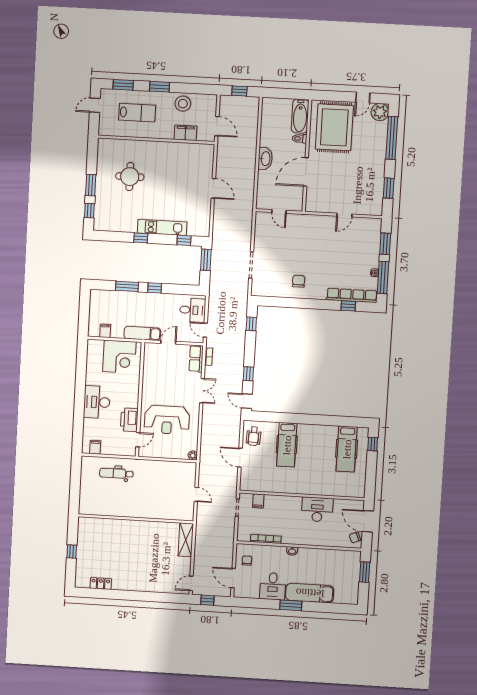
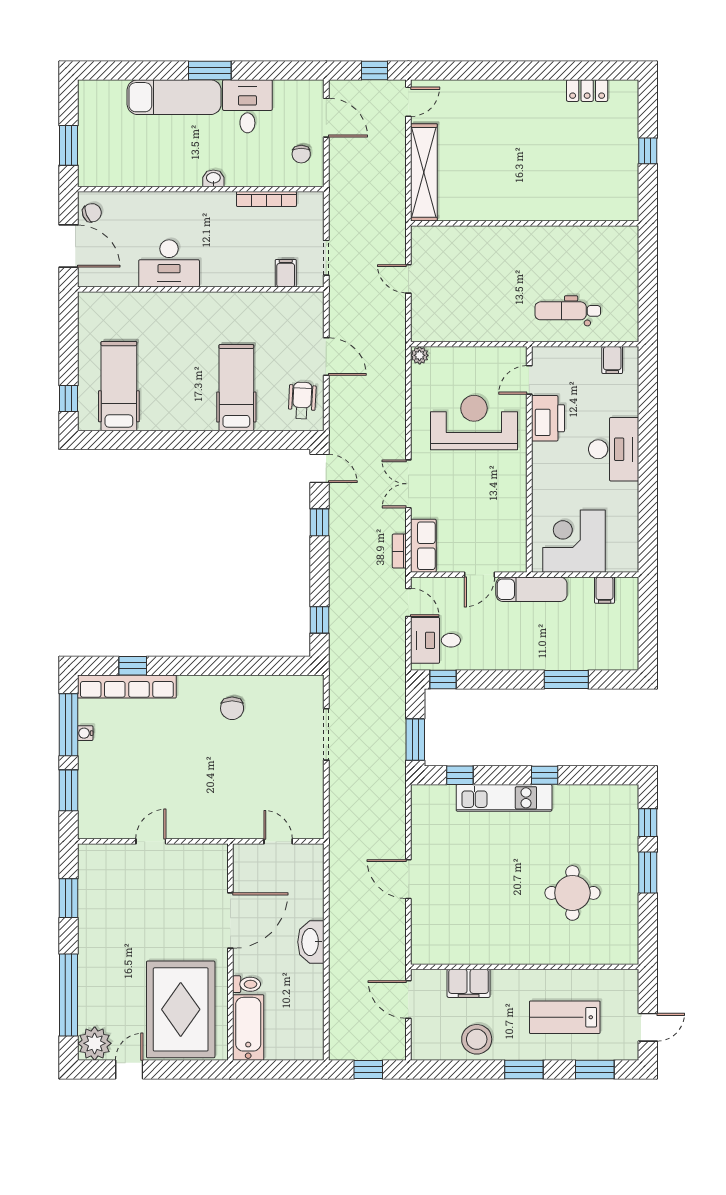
window: (155, 288) -> (443, 679), moved
dental chair: (116, 473) -> (568, 311), turned 180
shelving: (186, 540) -> (424, 172), width x1.47

